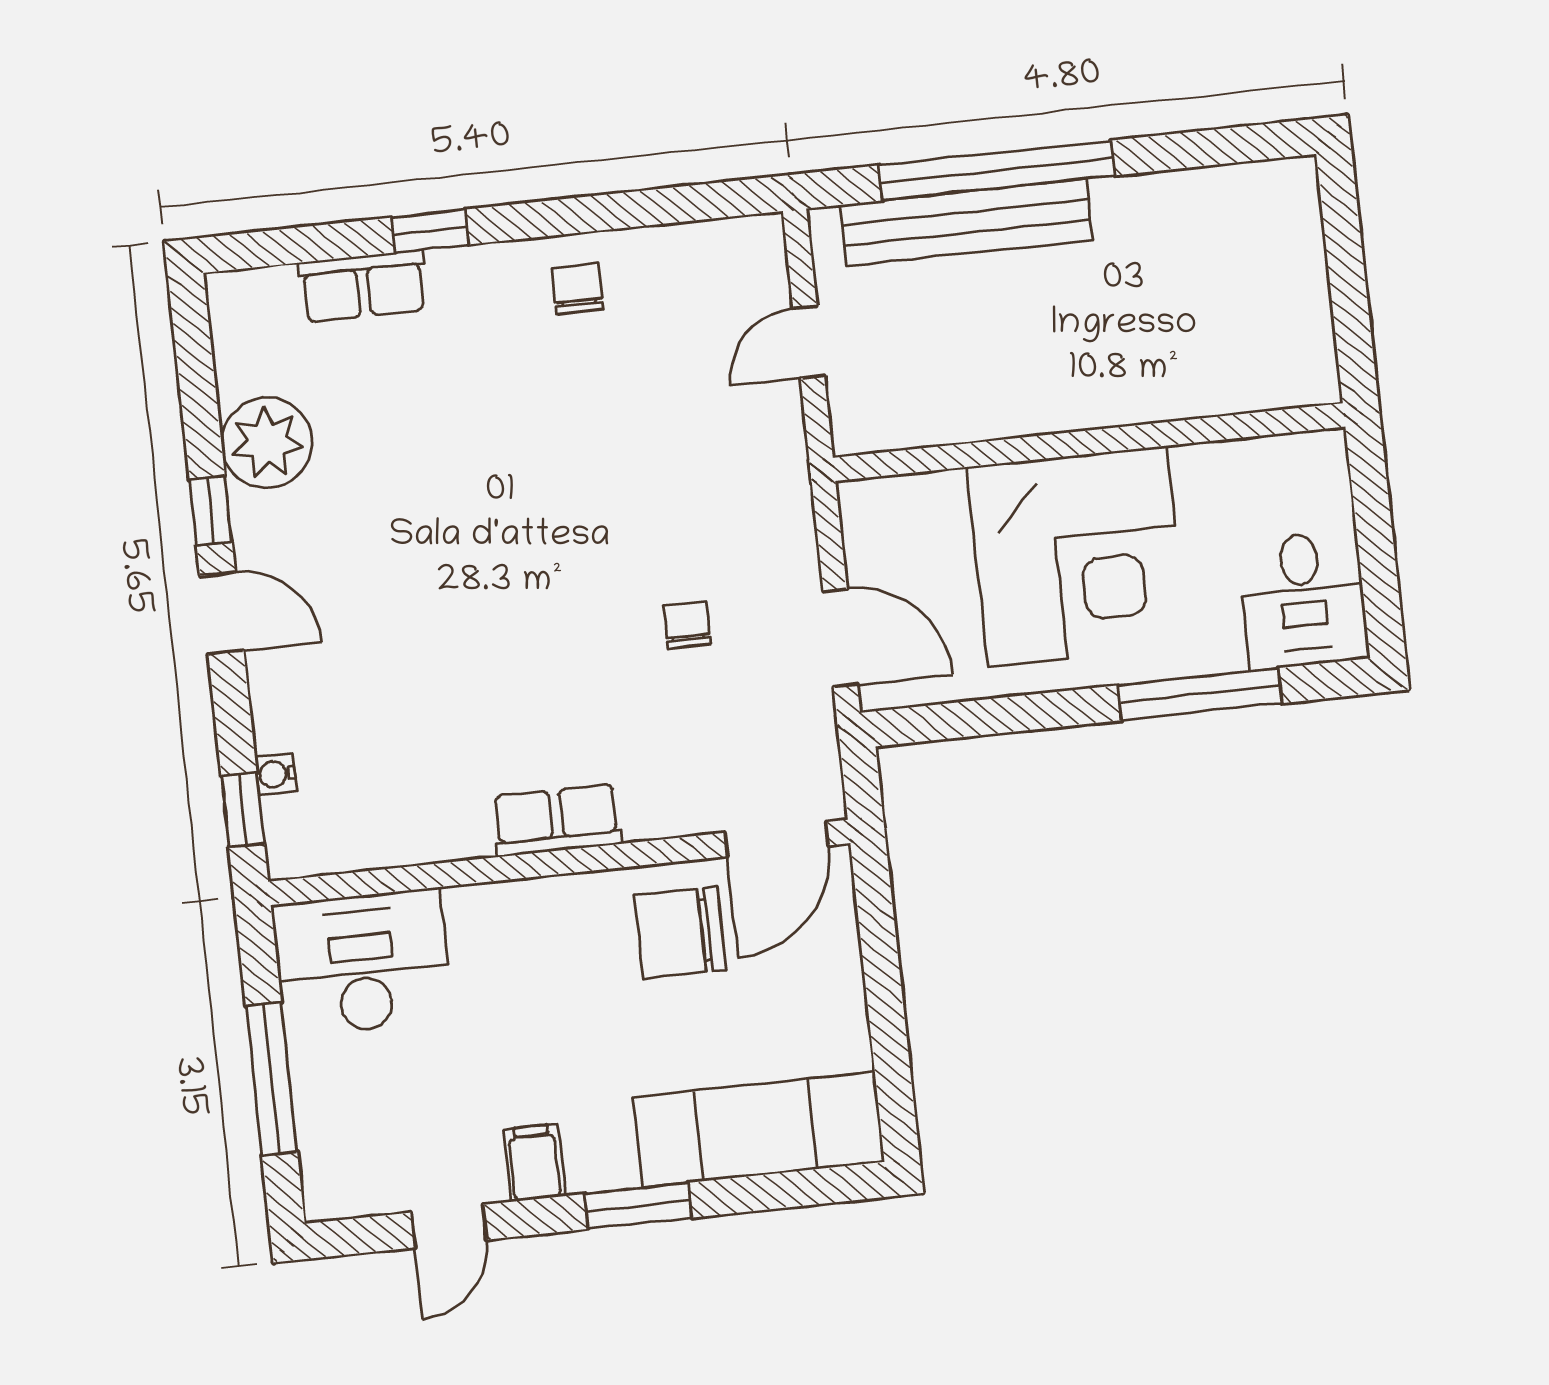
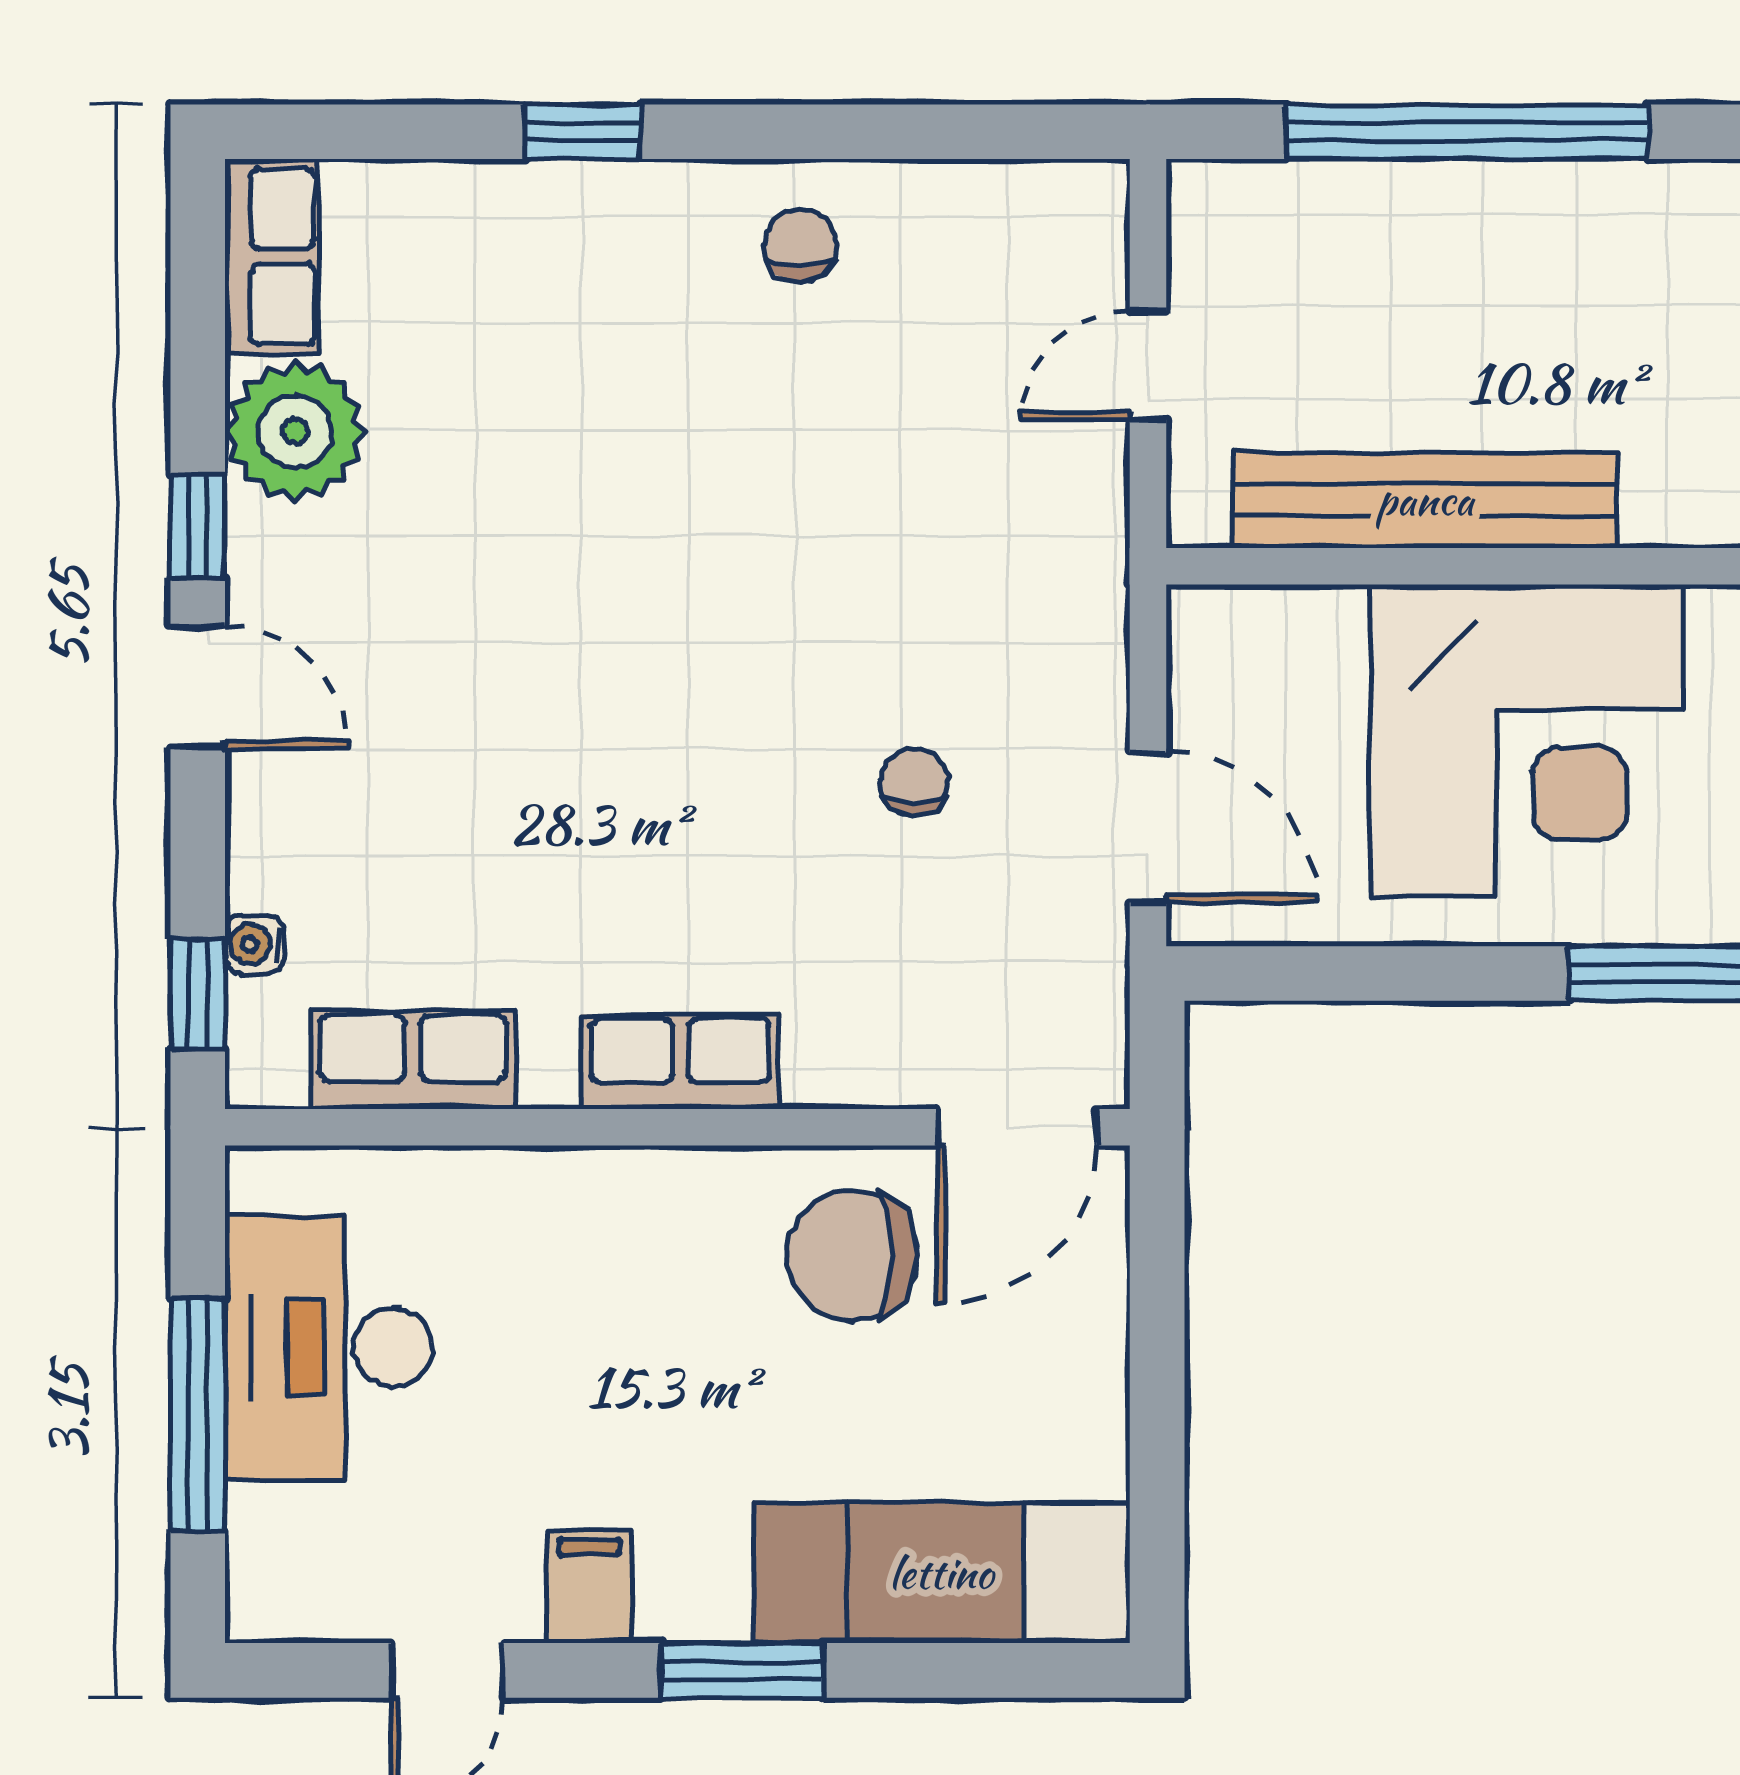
bench: (966, 222) -> (1425, 500), moved
row of seats: (363, 286) -> (272, 256), moved, turned -90
row of seats: (385, 837) -> (413, 1060), added
desk: (362, 962) -> (329, 1347), moved, turned -90

